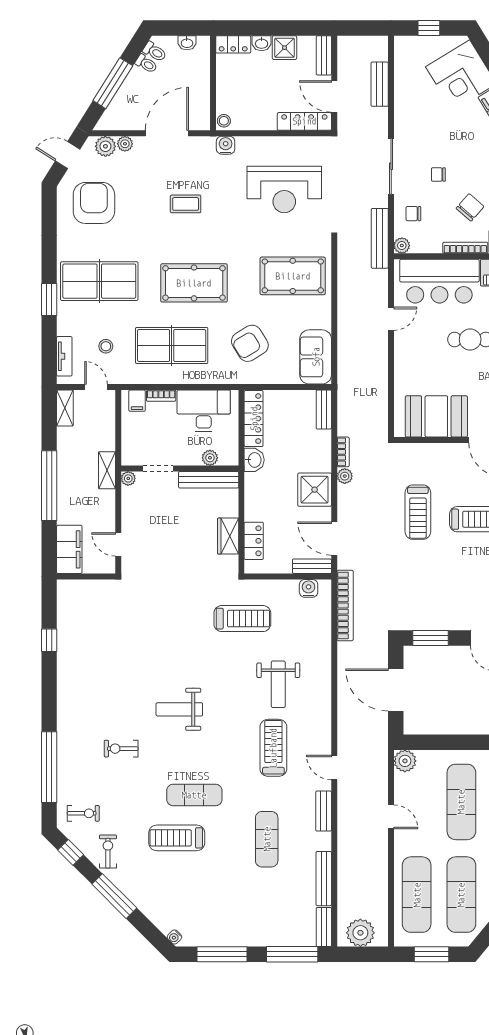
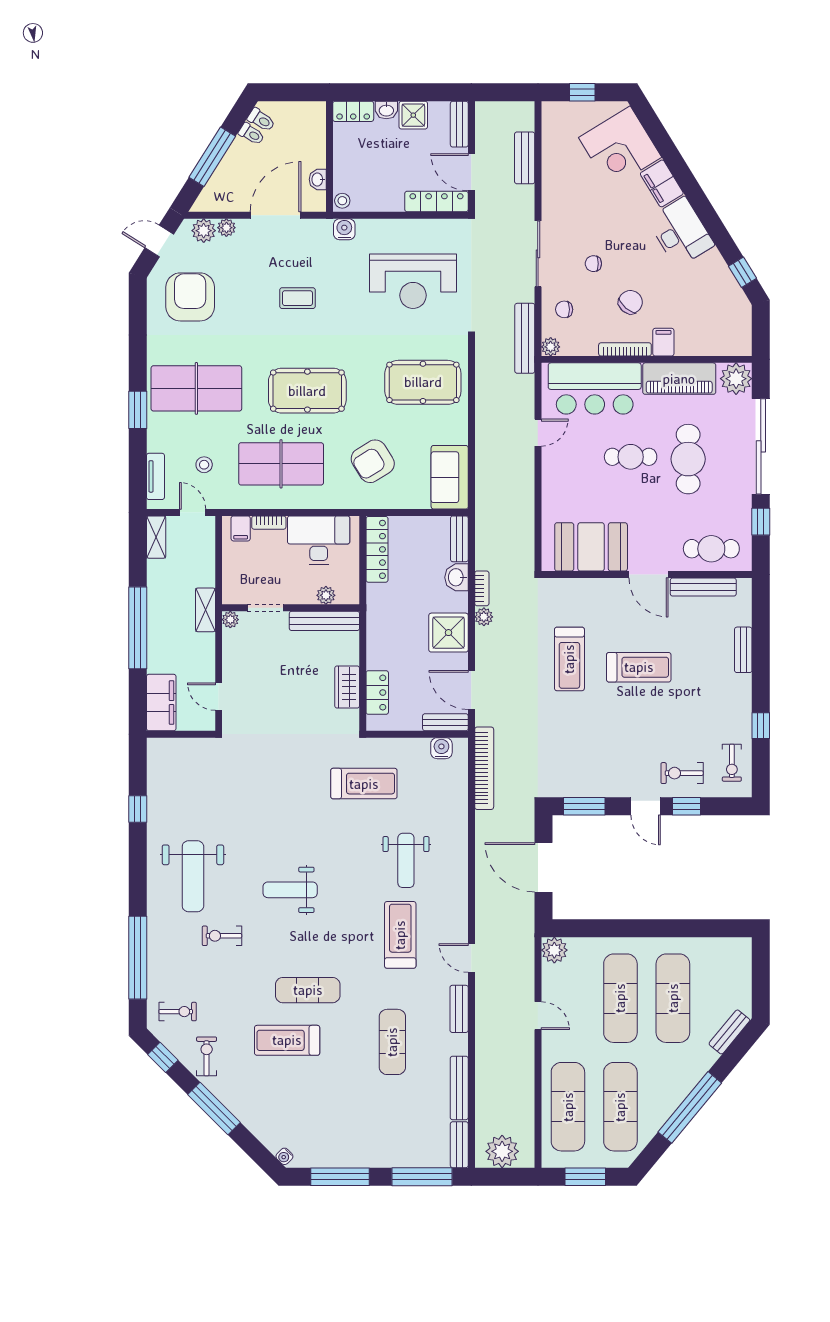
washbasin: (187, 43) -> (318, 179), moved, turned 90
washbasin: (254, 460) -> (457, 577), moved, turned 180
weight bench: (96, 698) -> (193, 876), added

